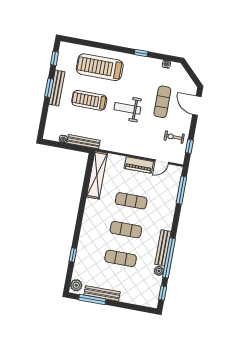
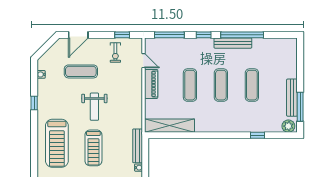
plant: (159, 271) -> (258, 43), removed
window: (163, 293) -> (204, 35), moved

